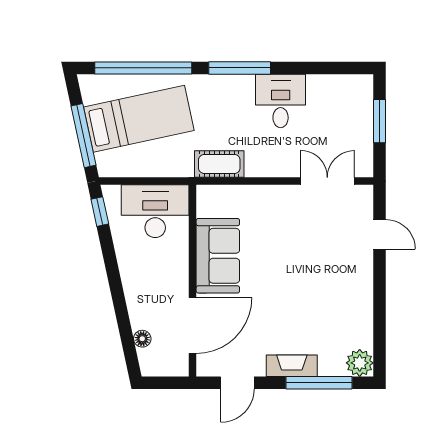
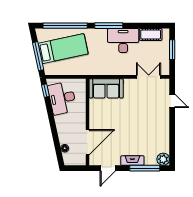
desk: (281, 101) -> (123, 41), width x1.37
cot: (219, 164) -> (151, 34), moved
desk: (155, 211) -> (62, 98), moved, turned -102
sofa: (218, 256) -> (106, 88), moved, turned 90

